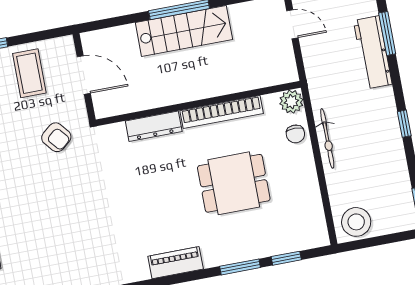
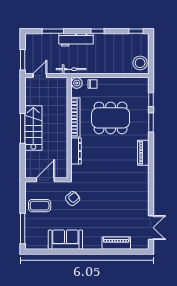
workbench: (373, 52) -> (76, 40), moved
bicycle: (327, 138) -> (71, 69), moved
dining table: (234, 183) -> (111, 118), width x1.38

